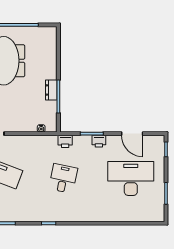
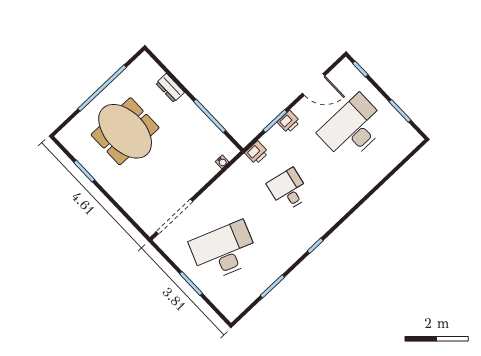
dresser: (51, 90) -> (170, 88), moved

